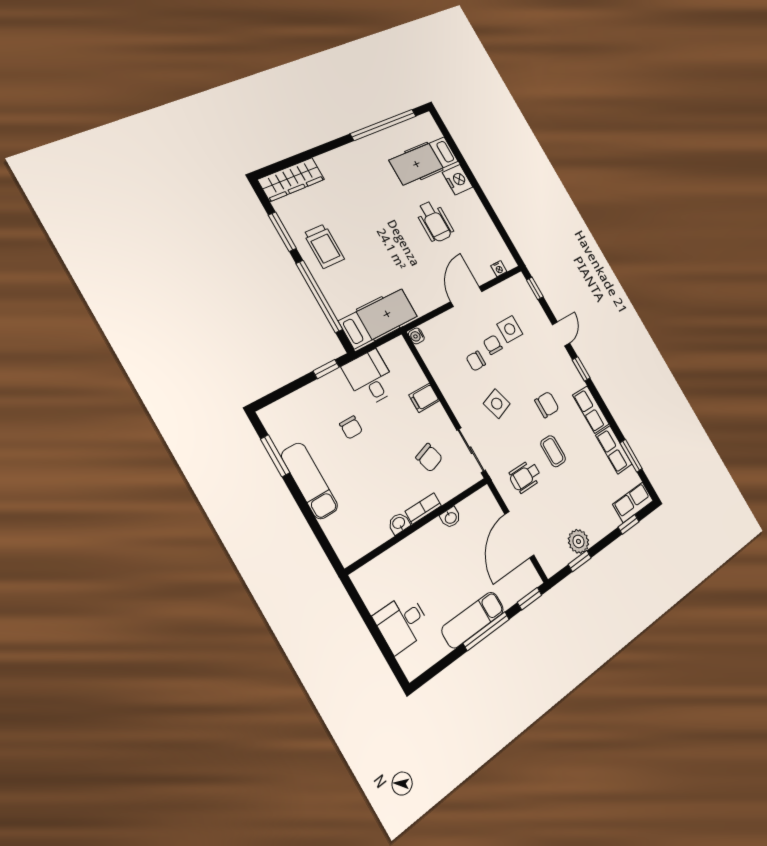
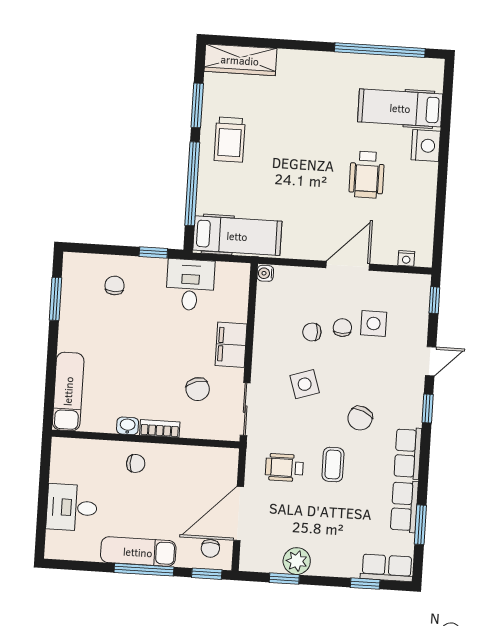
filing cabinet: (424, 398) -> (231, 345), width x2.00
chair: (547, 405) -> (360, 418), turned 113
chair: (351, 427) -> (115, 285), moved, turned 180
exam couch: (310, 481) -> (68, 391), moved
washbasin: (451, 518) -> (180, 453), removed
chair: (425, 550) -> (136, 463), added
chair: (519, 577) -> (210, 548), added

